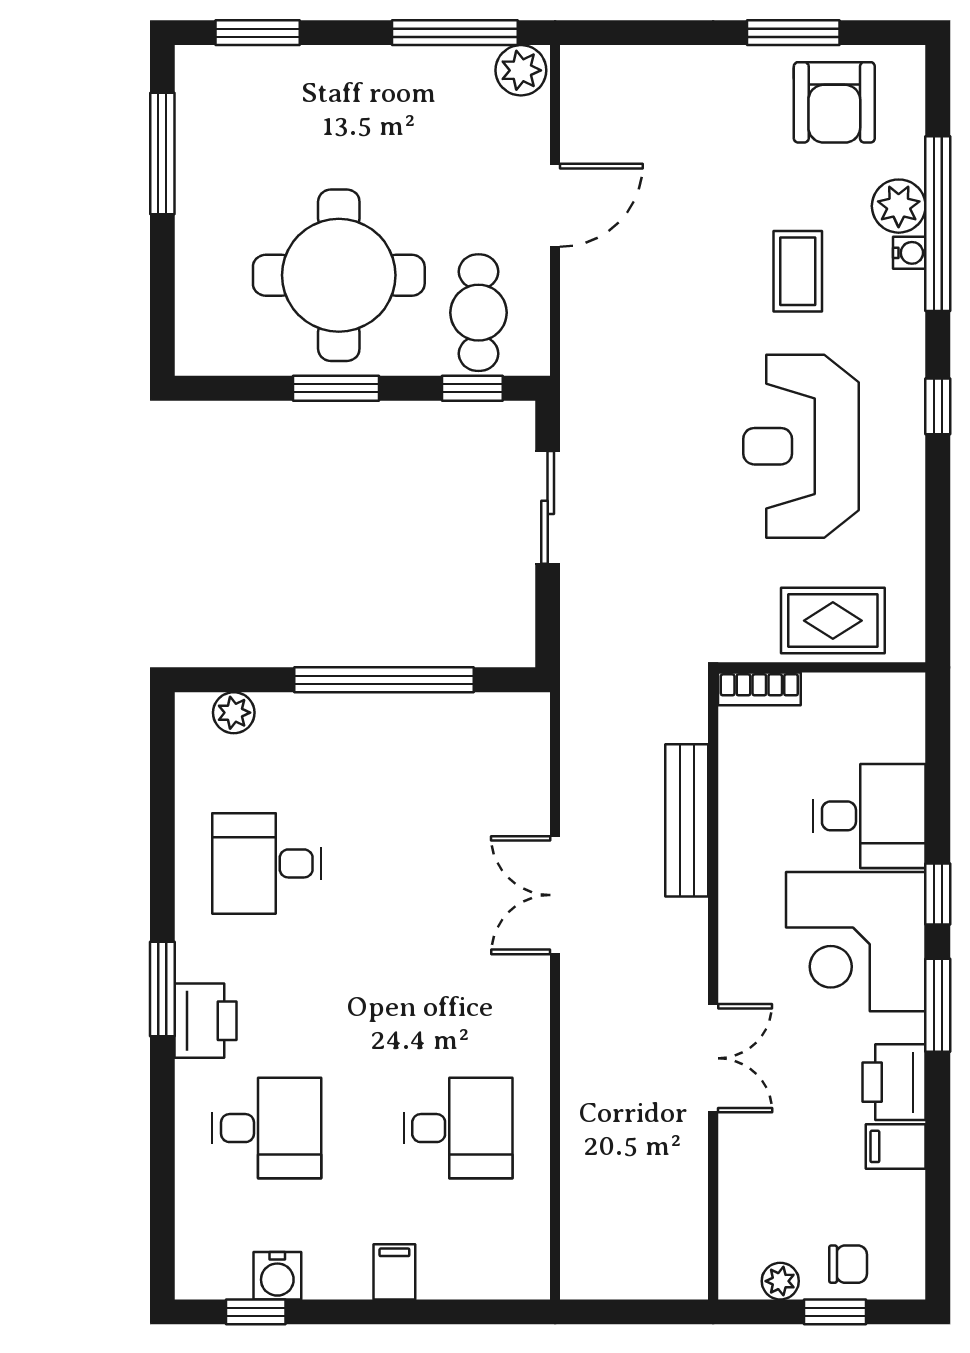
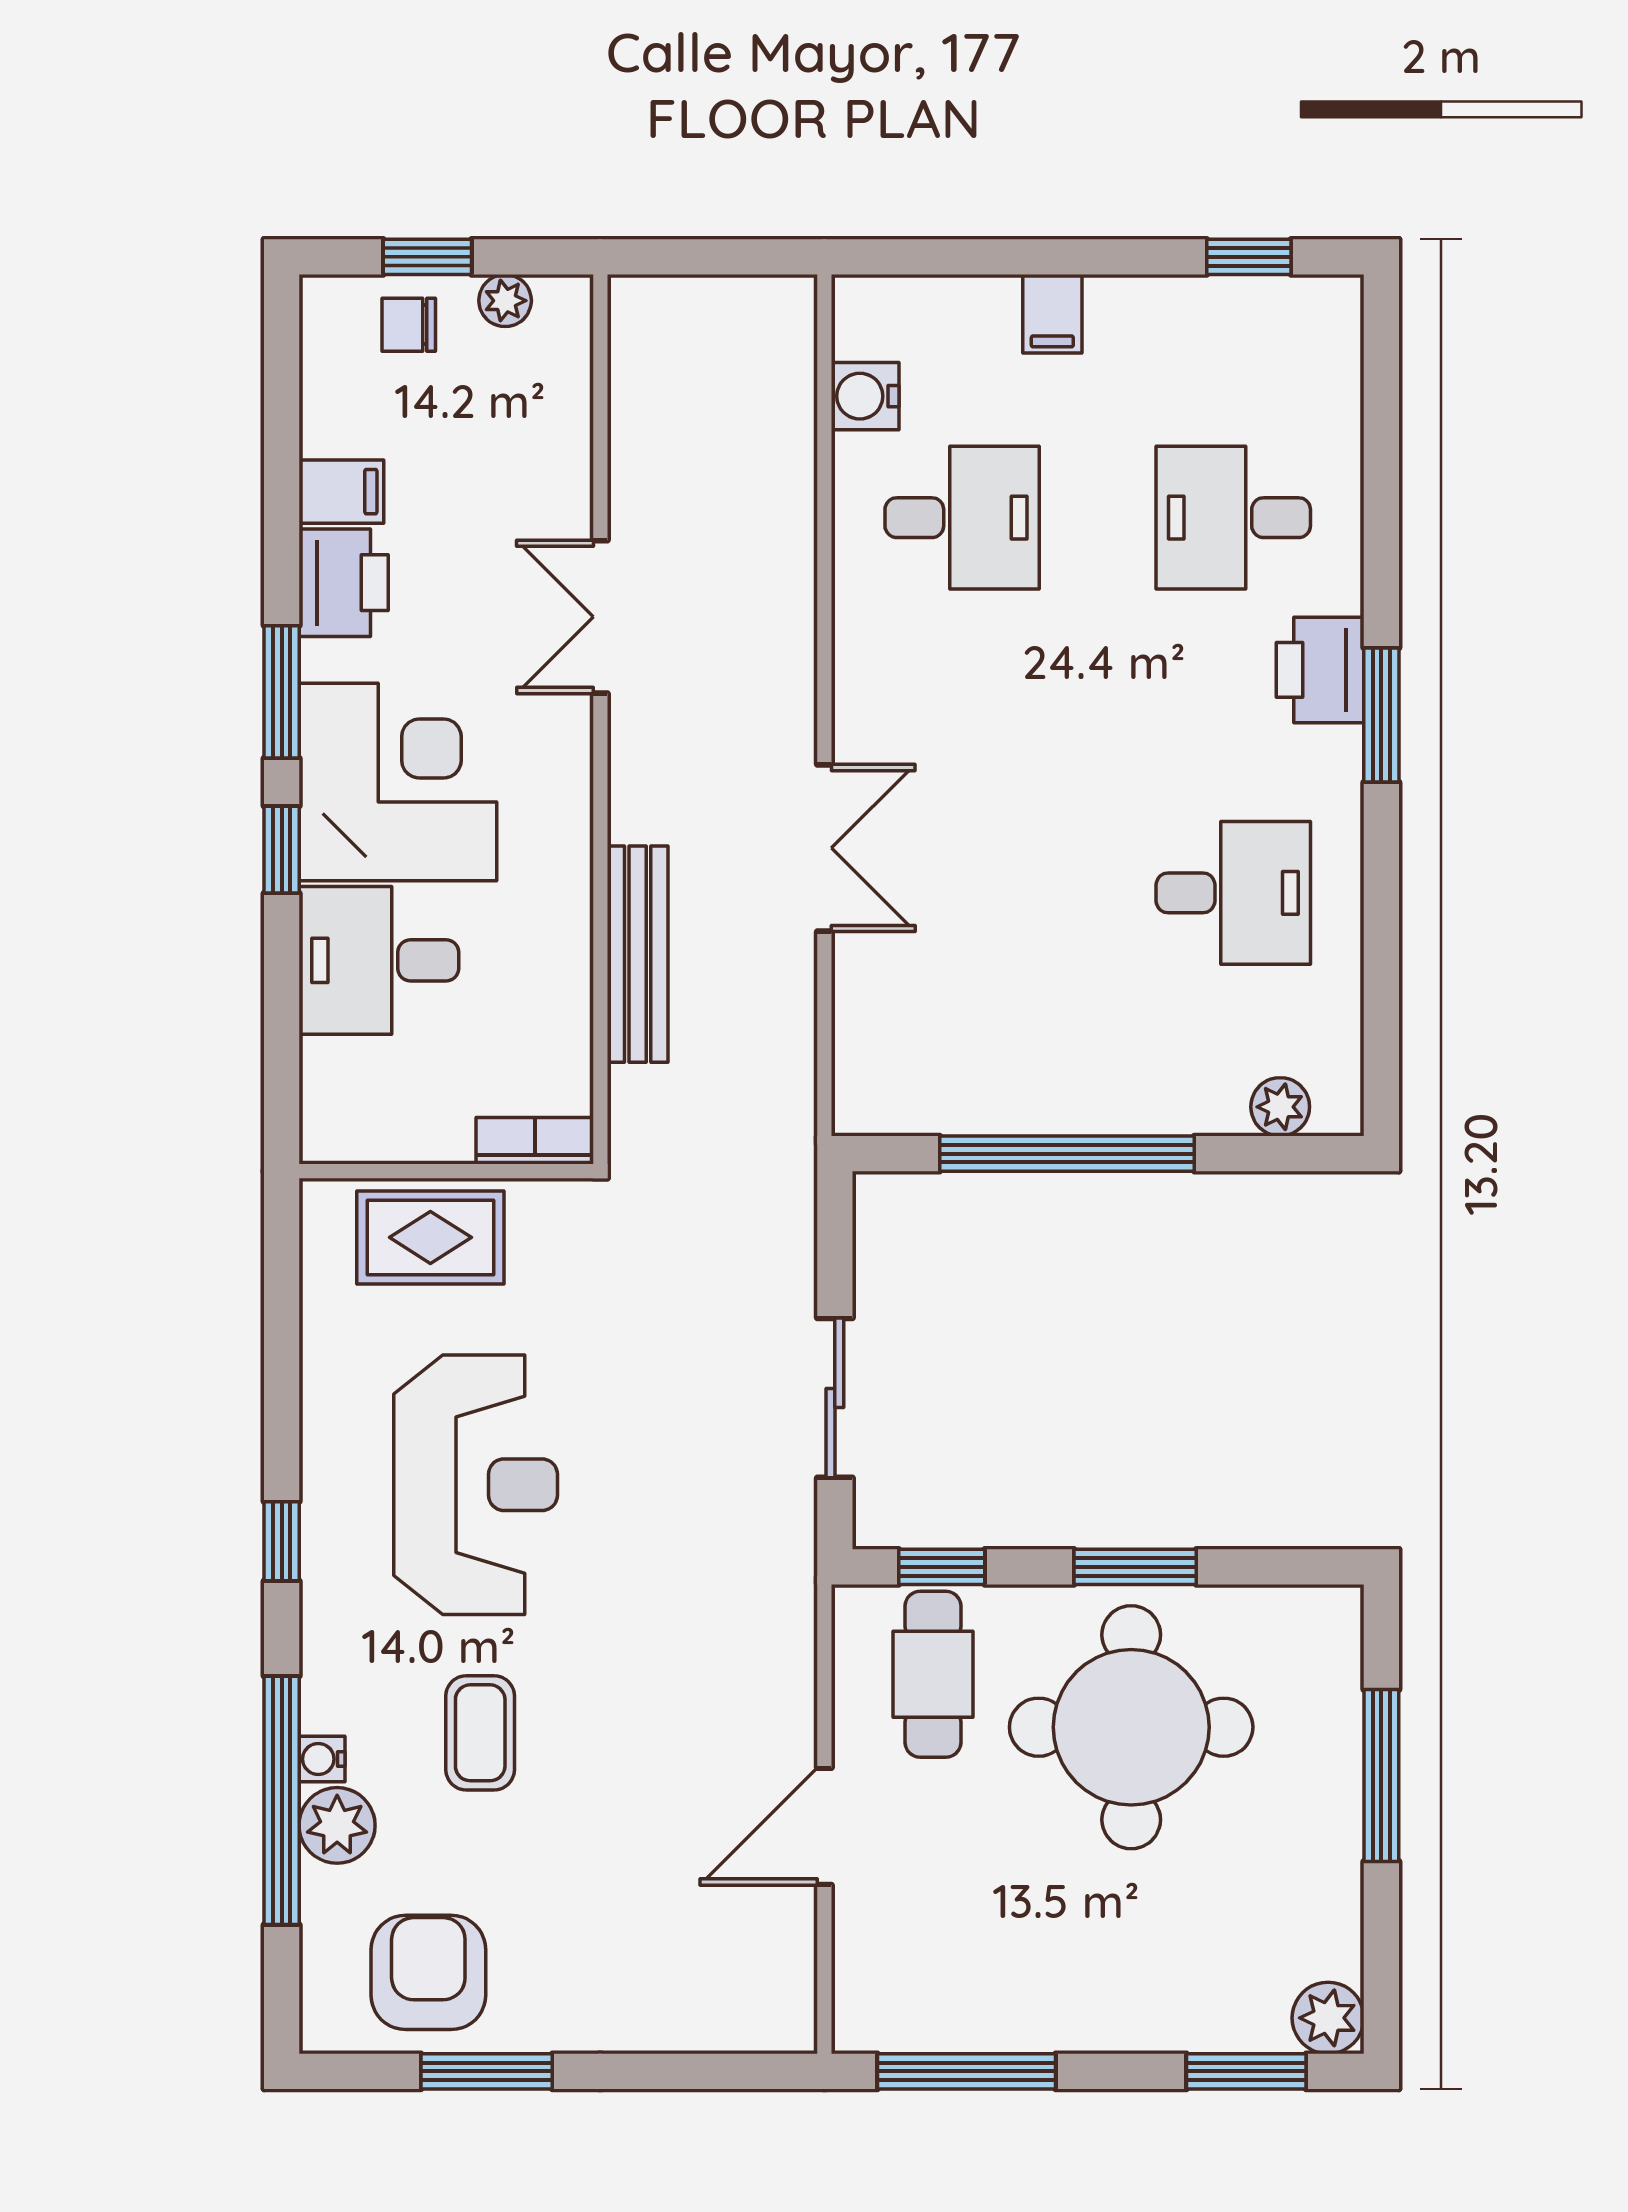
plant: (521, 70) -> (1328, 2018), moved
window: (162, 154) -> (1381, 1775), moved
desk: (458, 1128) -> (962, 518), turned 180
water cooler: (277, 1276) -> (865, 396), moved, turned -90

